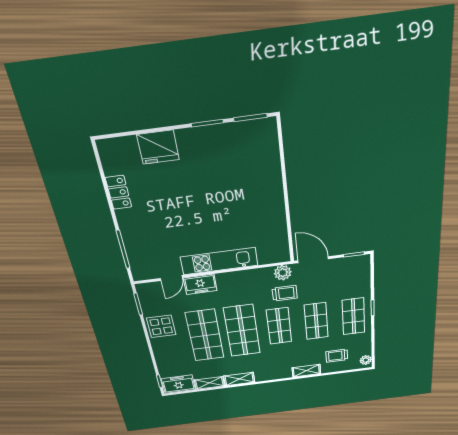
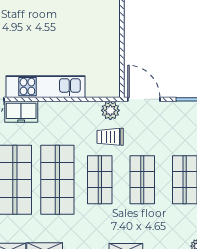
trolley: (285, 293) -> (110, 137), turned 180
trolley: (337, 356) -> (163, 234), removed

